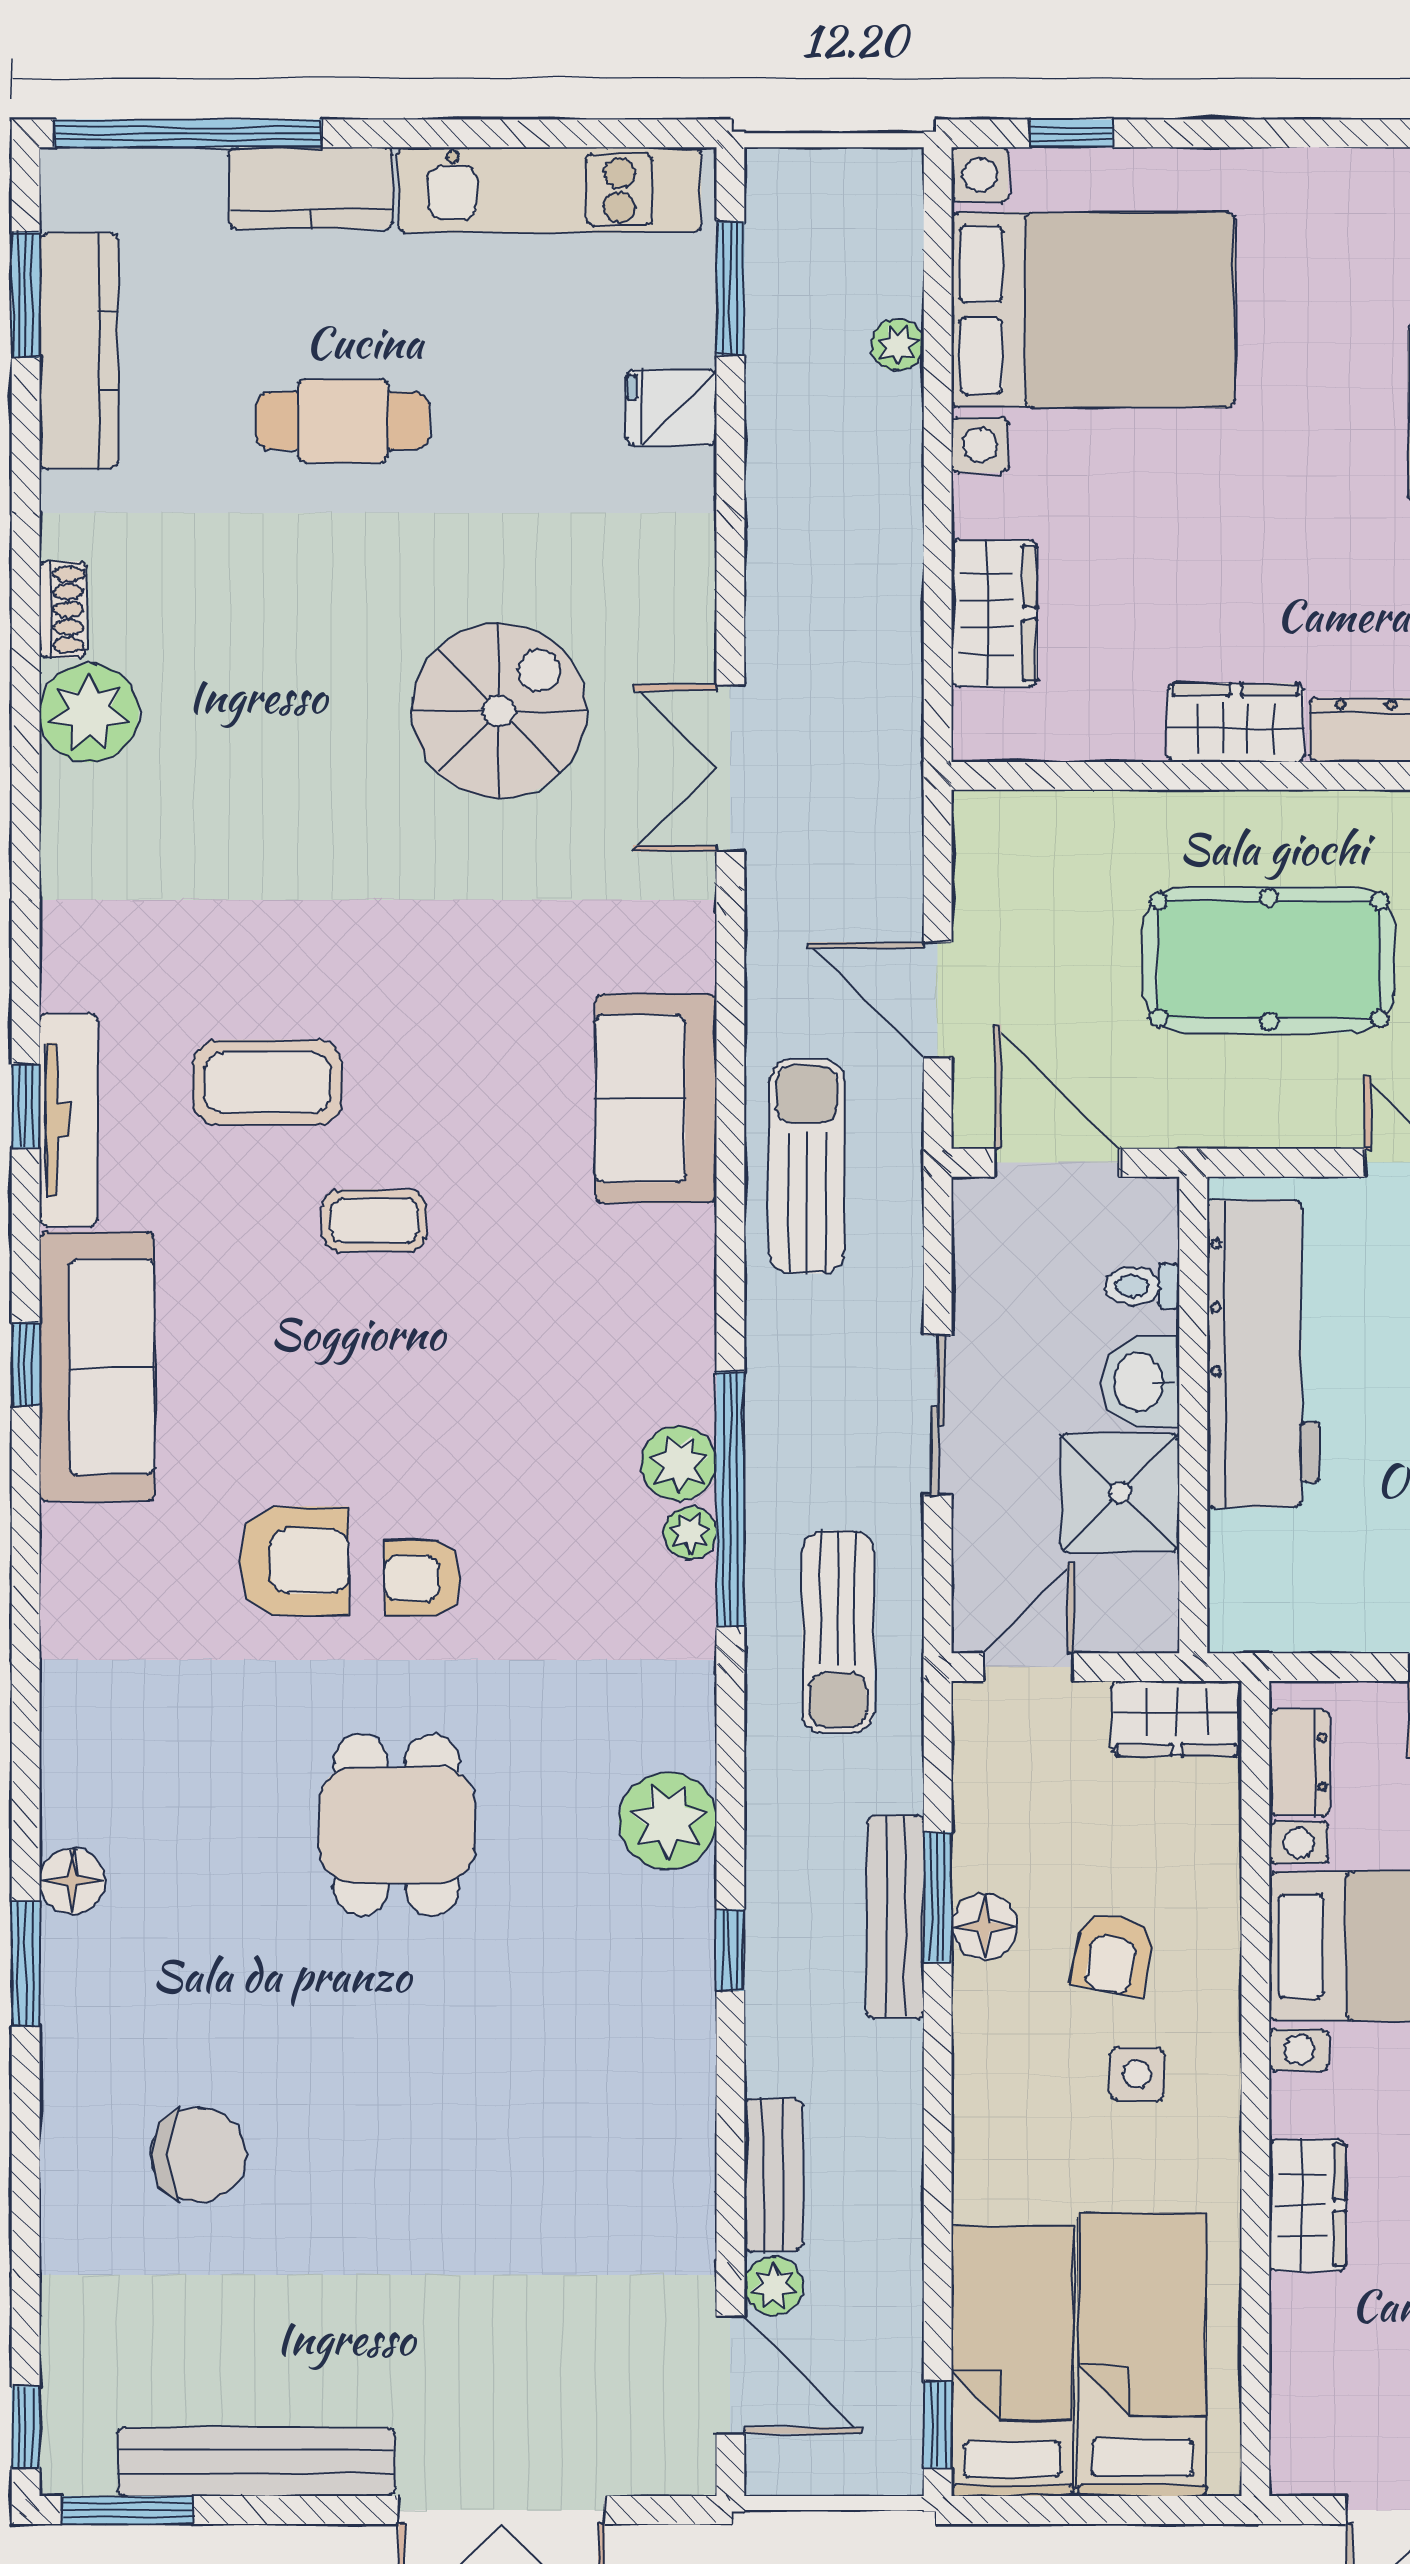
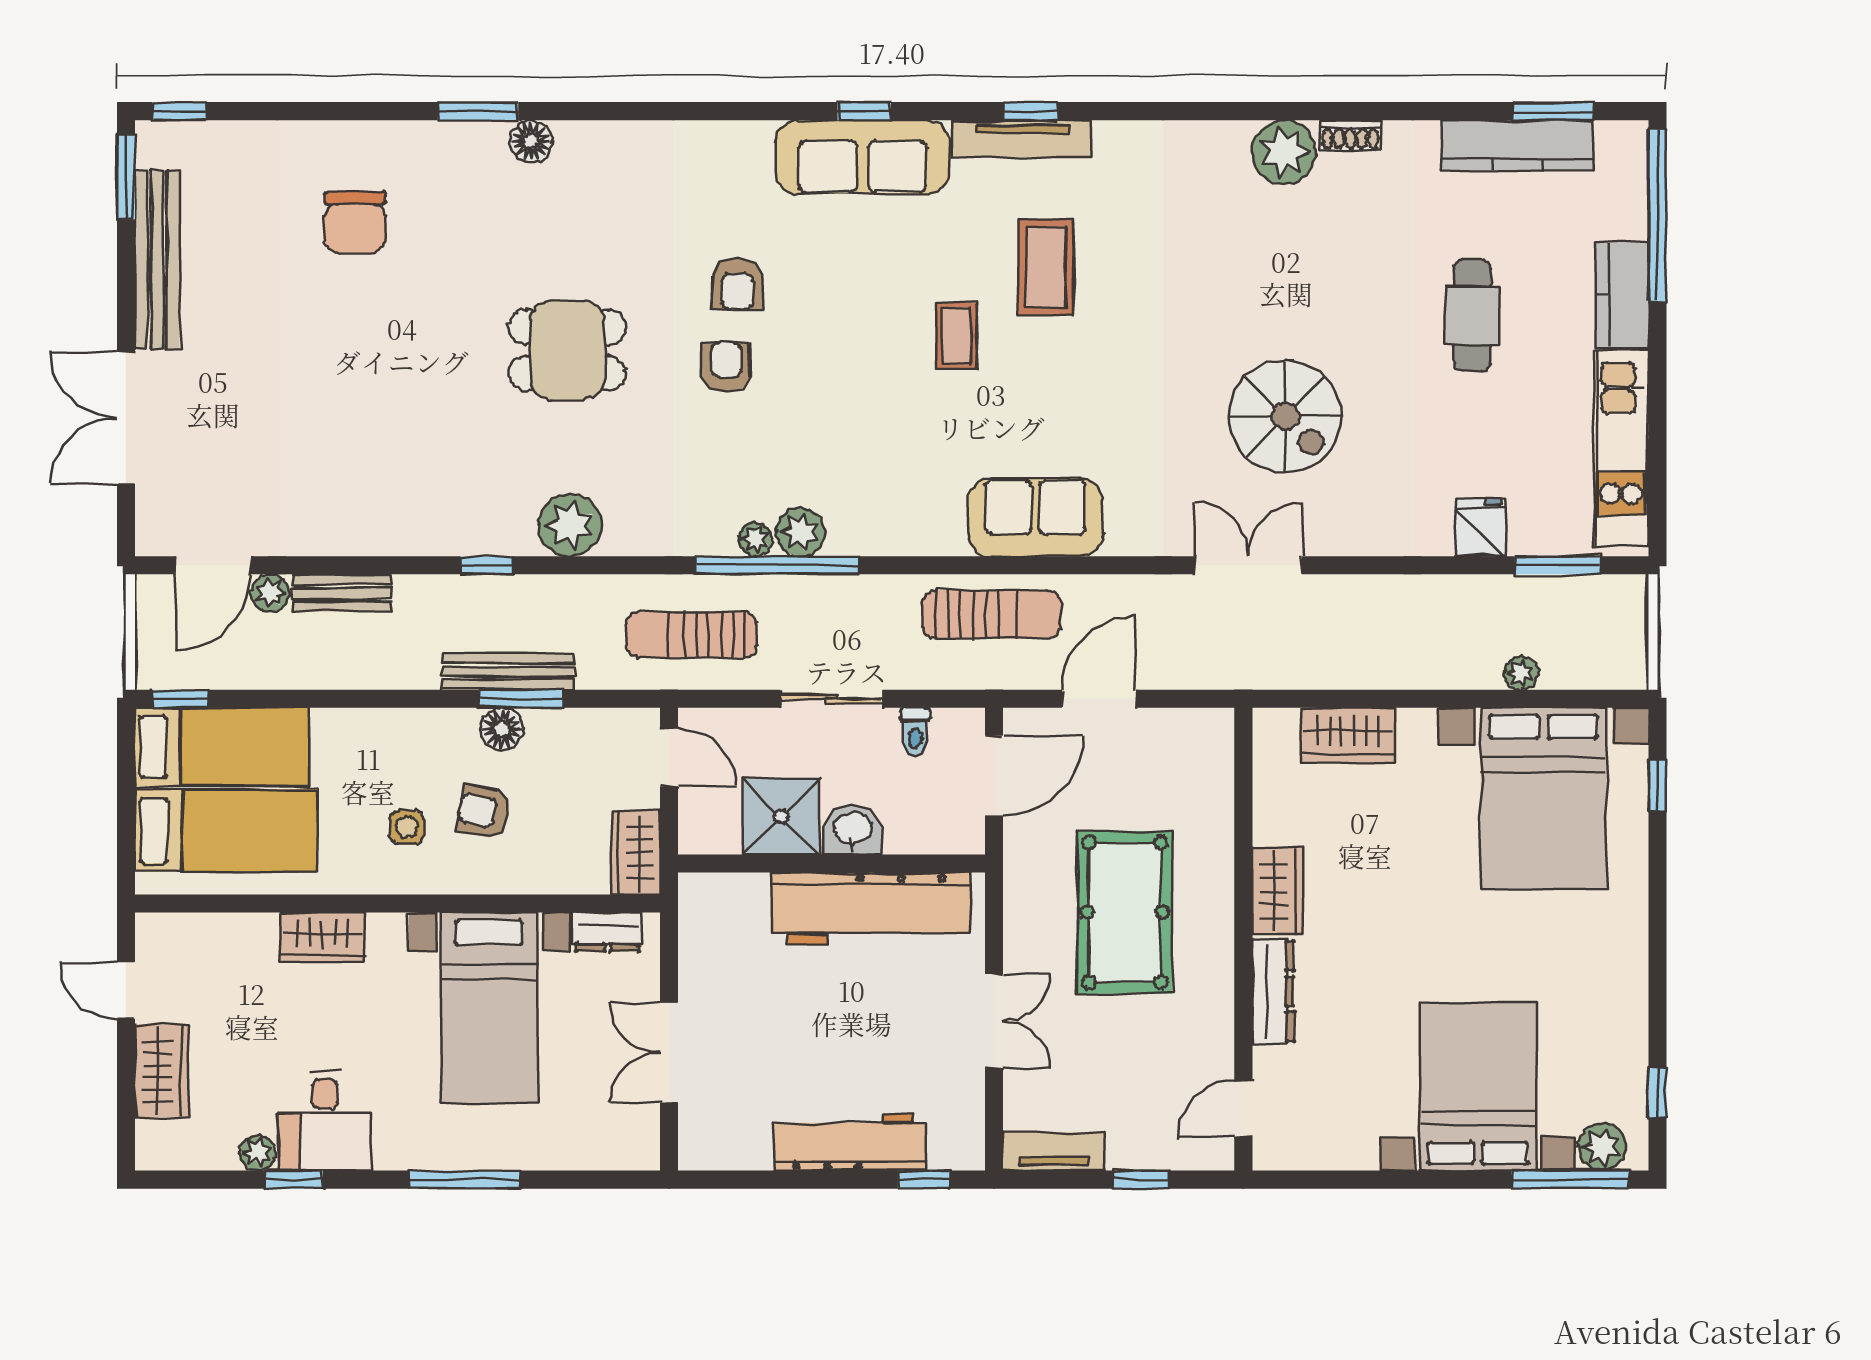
toilet: (1142, 1286) -> (915, 732), moved, turned 180
armchair: (294, 1561) -> (737, 284), width x0.72, depth x0.72

